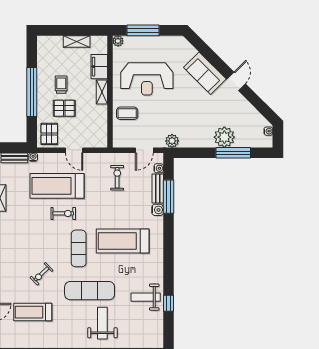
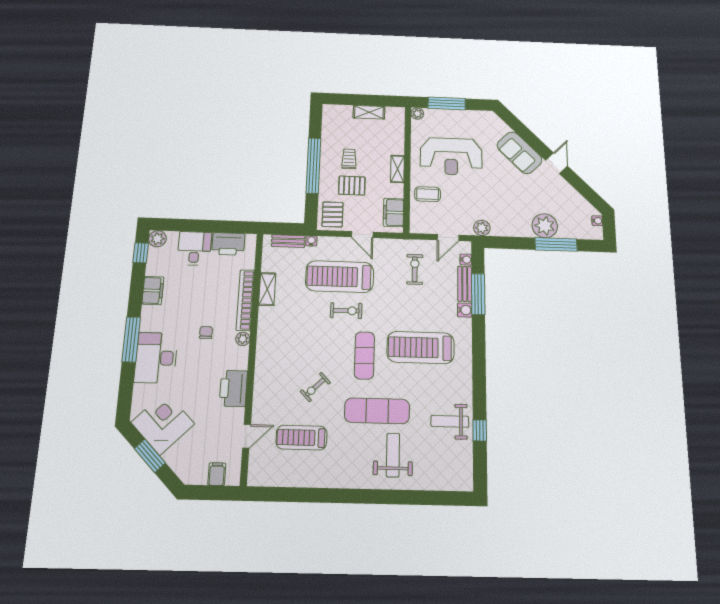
filing cabinet: (99, 67) -> (393, 212), moved

